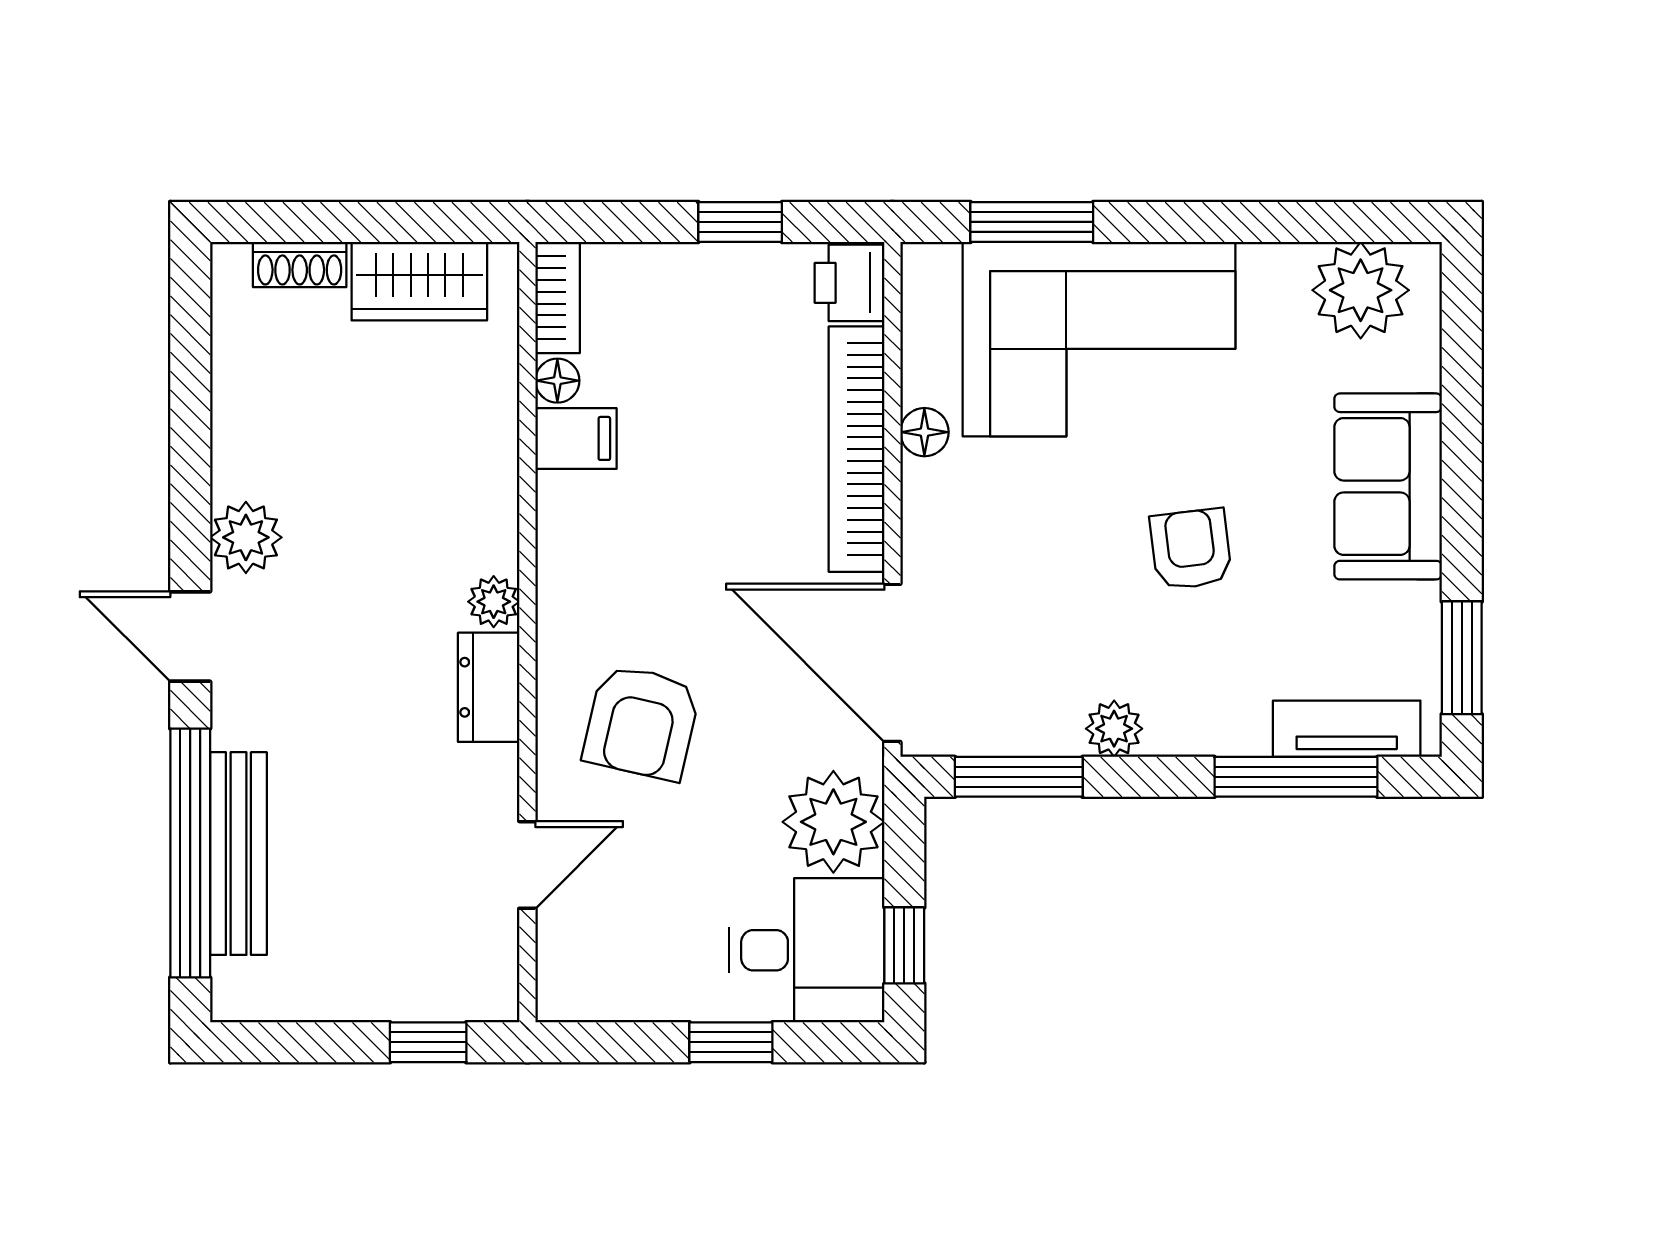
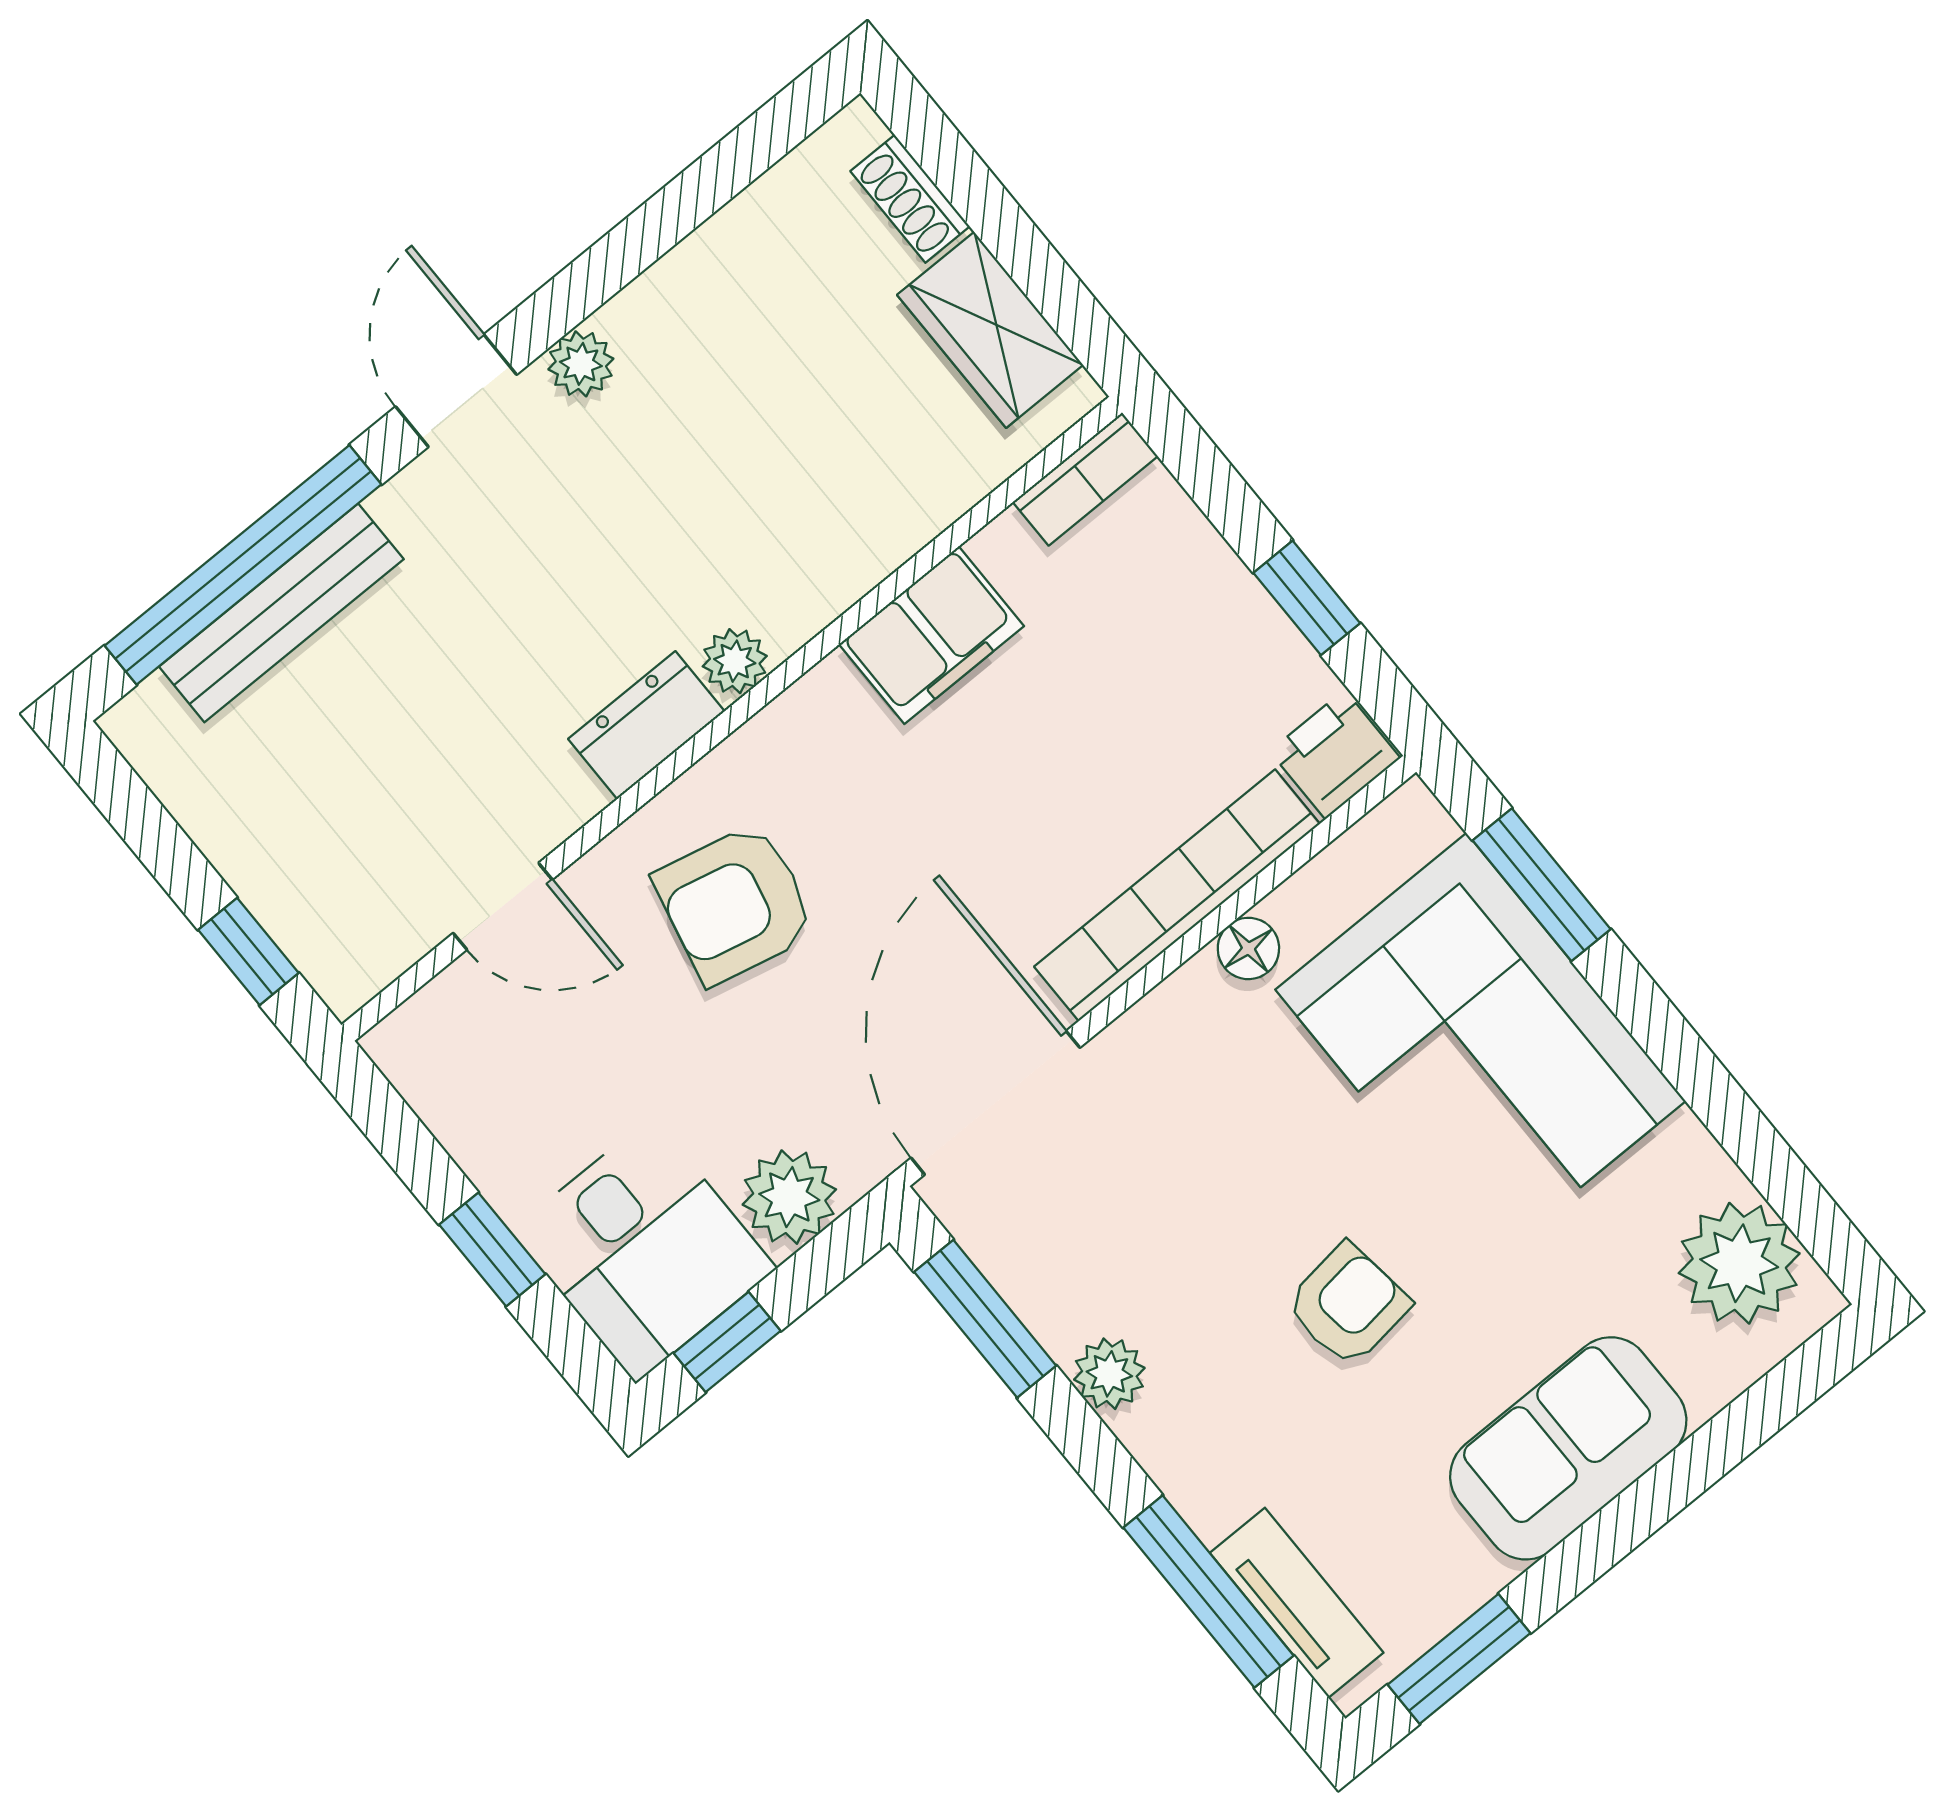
floor lamp: (557, 381) -> (1003, 546), removed
filing cabinet: (576, 438) -> (932, 635), width x2.00
plant: (246, 537) -> (581, 364), width x0.73, depth x0.73
plant: (833, 822) -> (789, 1197), width x0.73, depth x0.73

